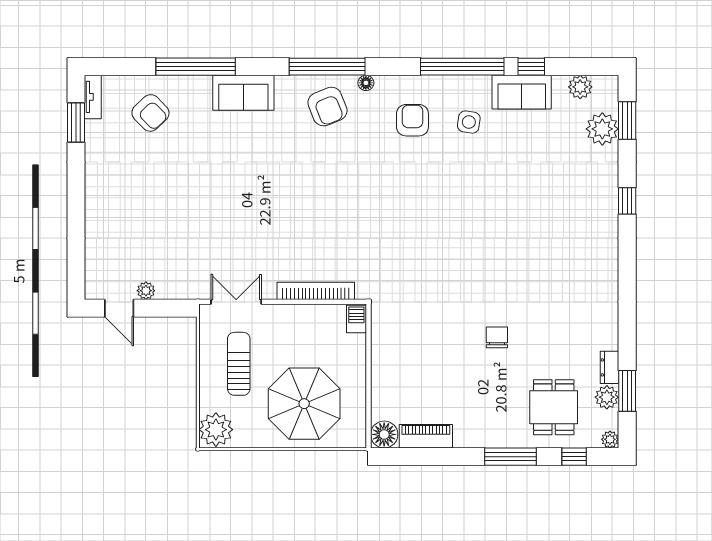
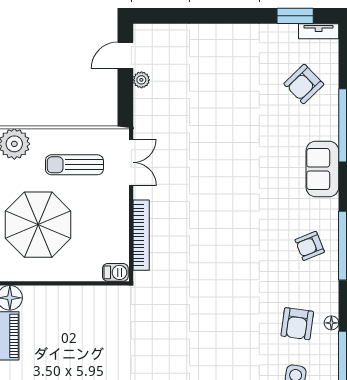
floor lamp: (366, 83) -> (331, 323), moved
armchair: (327, 107) -> (310, 246), width x0.72, depth x0.72
armchair: (412, 120) -> (297, 324), turned 98
sun lounger: (239, 364) -> (74, 165), turned 180

